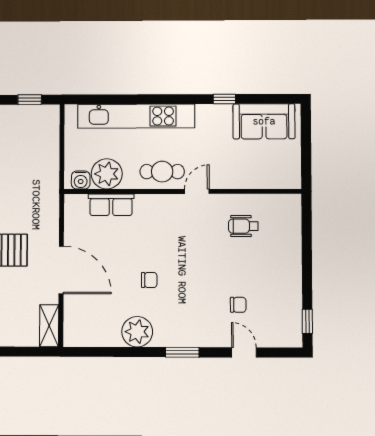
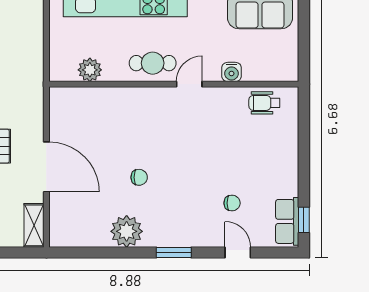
plant: (107, 174) -> (90, 70), width x0.73, depth x0.73
water cooler: (81, 180) -> (232, 72), moved
row of seats: (111, 205) -> (287, 221), moved, turned 90
wheelchair: (243, 226) -> (264, 103), moved

